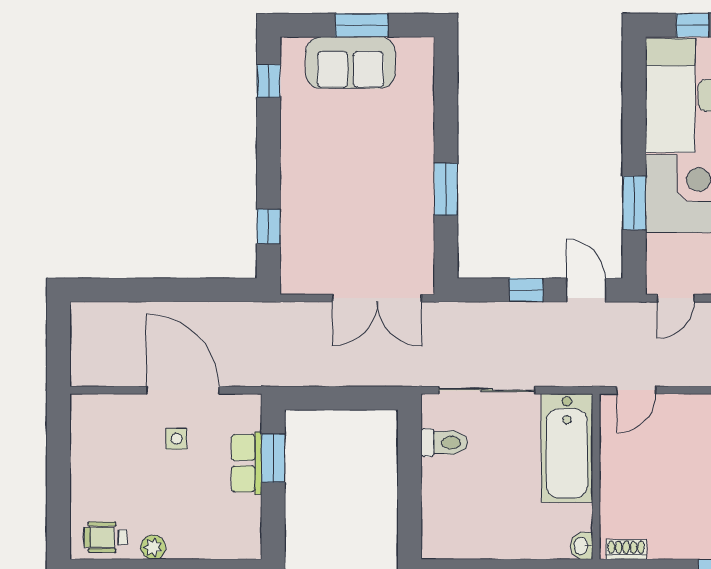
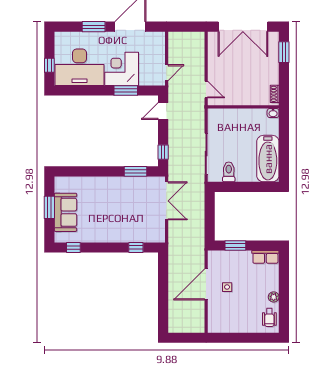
window: (446, 189) -> (136, 171), moved
window: (526, 290) -> (163, 152), moved
door: (676, 298) -> (167, 73), hinge flipped
bathtub: (567, 448) -> (268, 159), moved, turned 90
row of seats: (247, 463) -> (265, 257), moved

